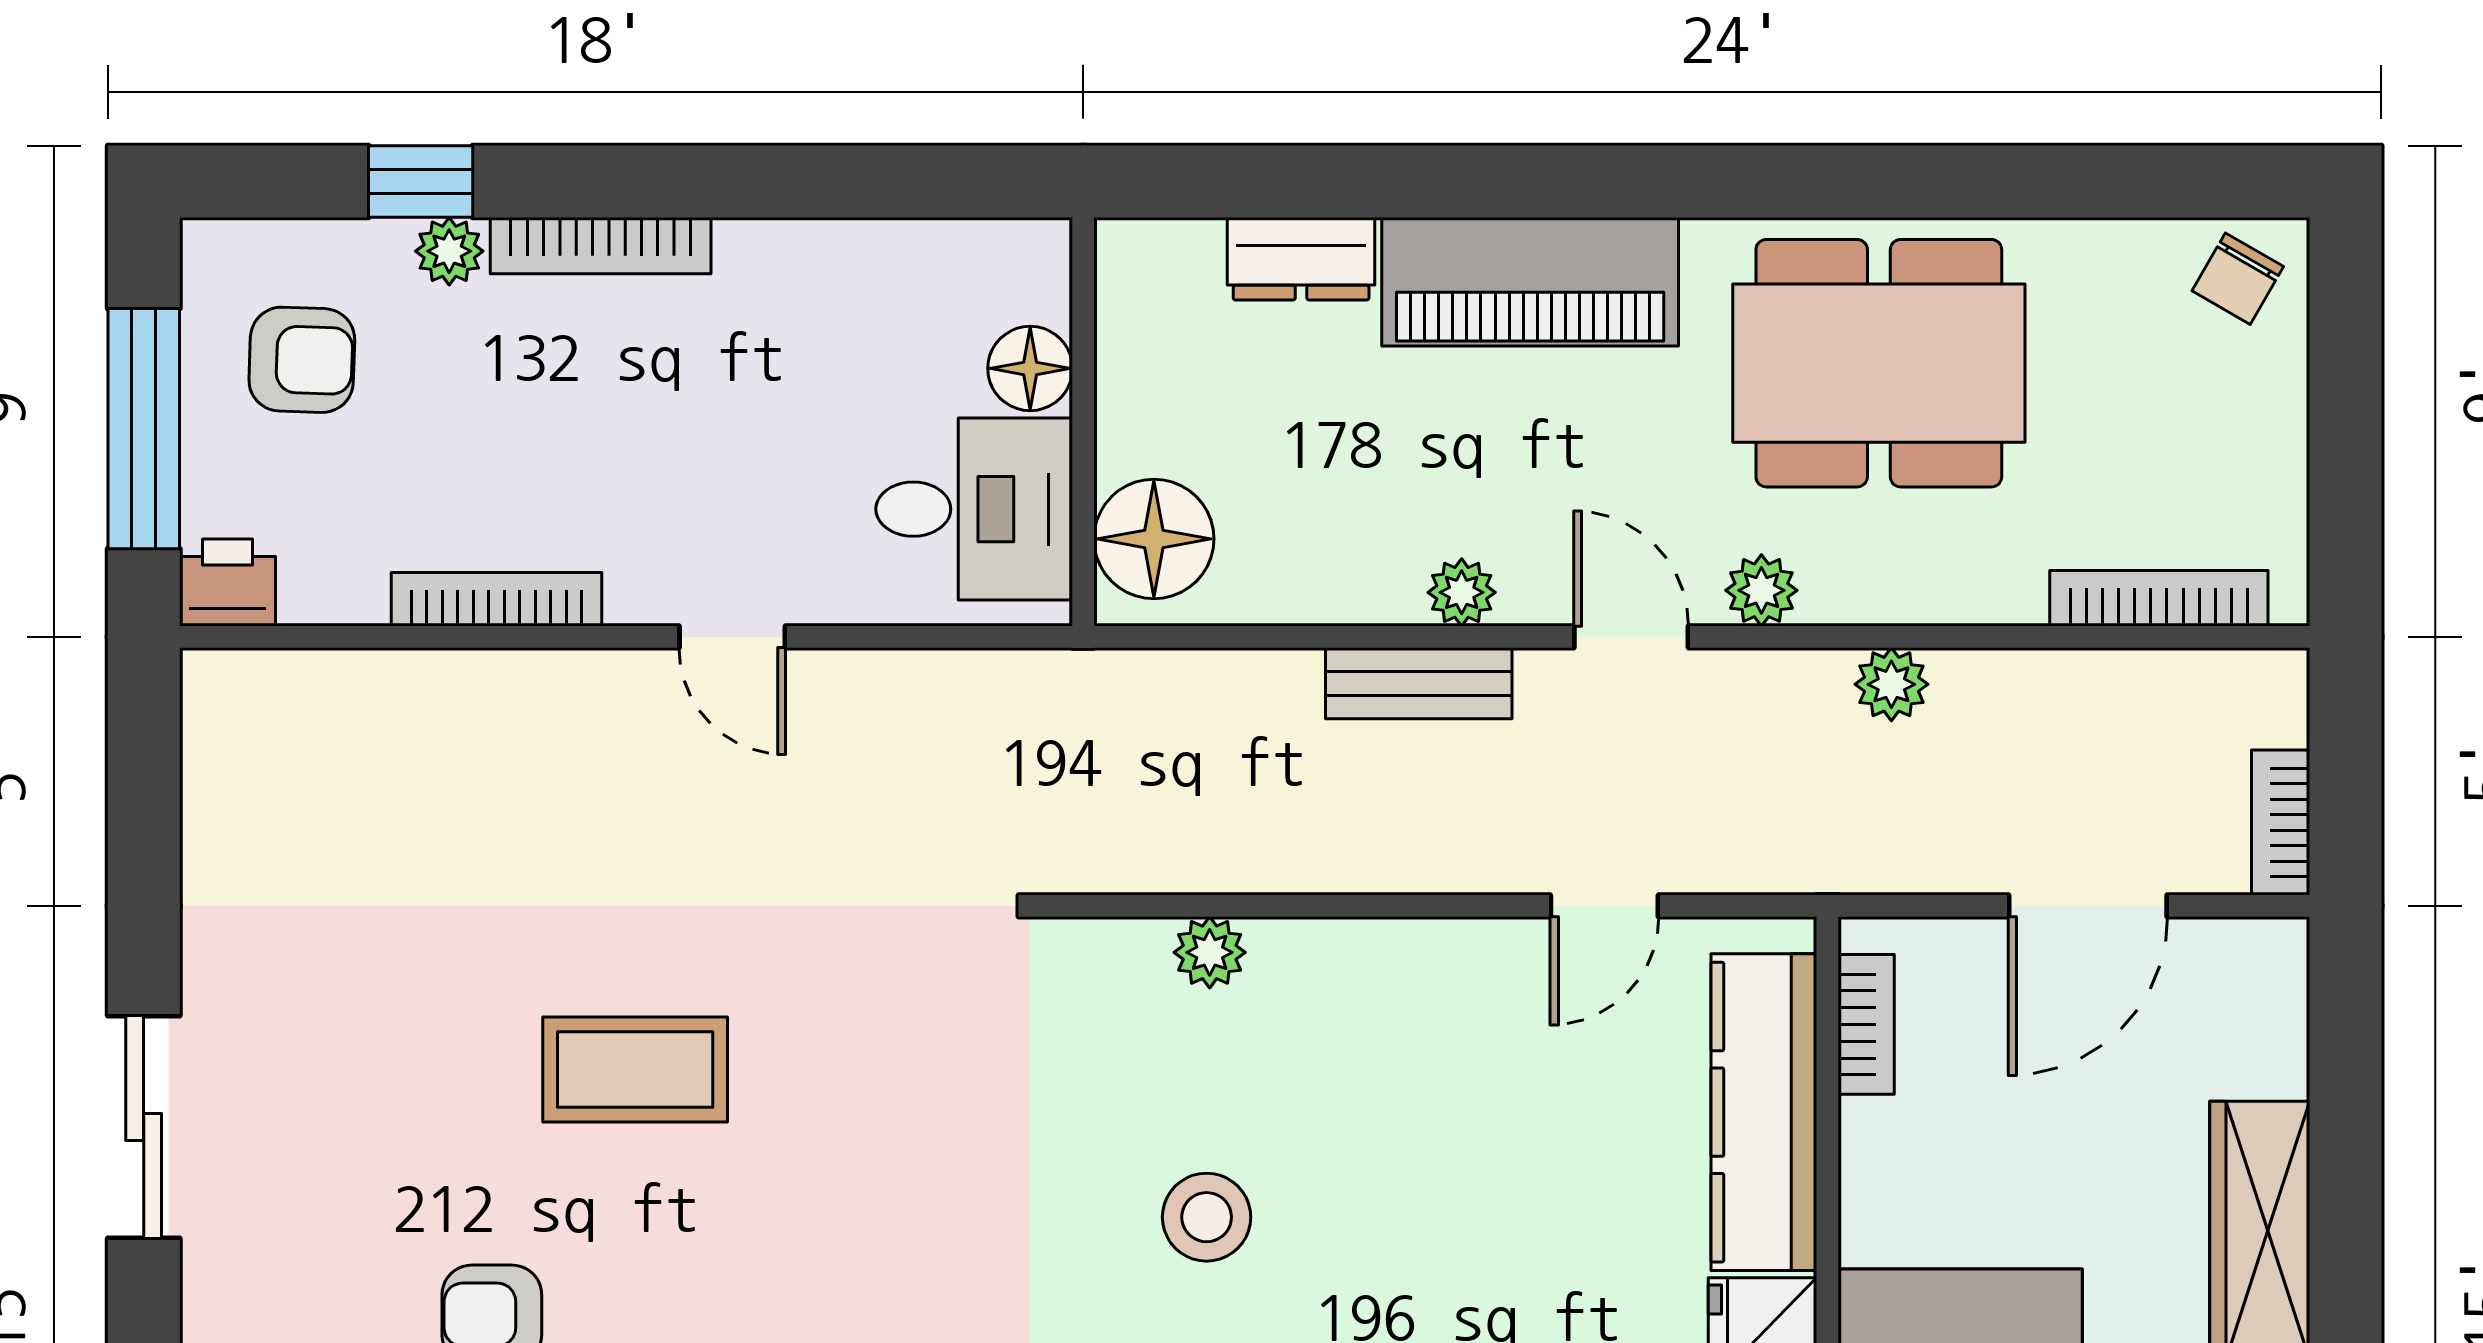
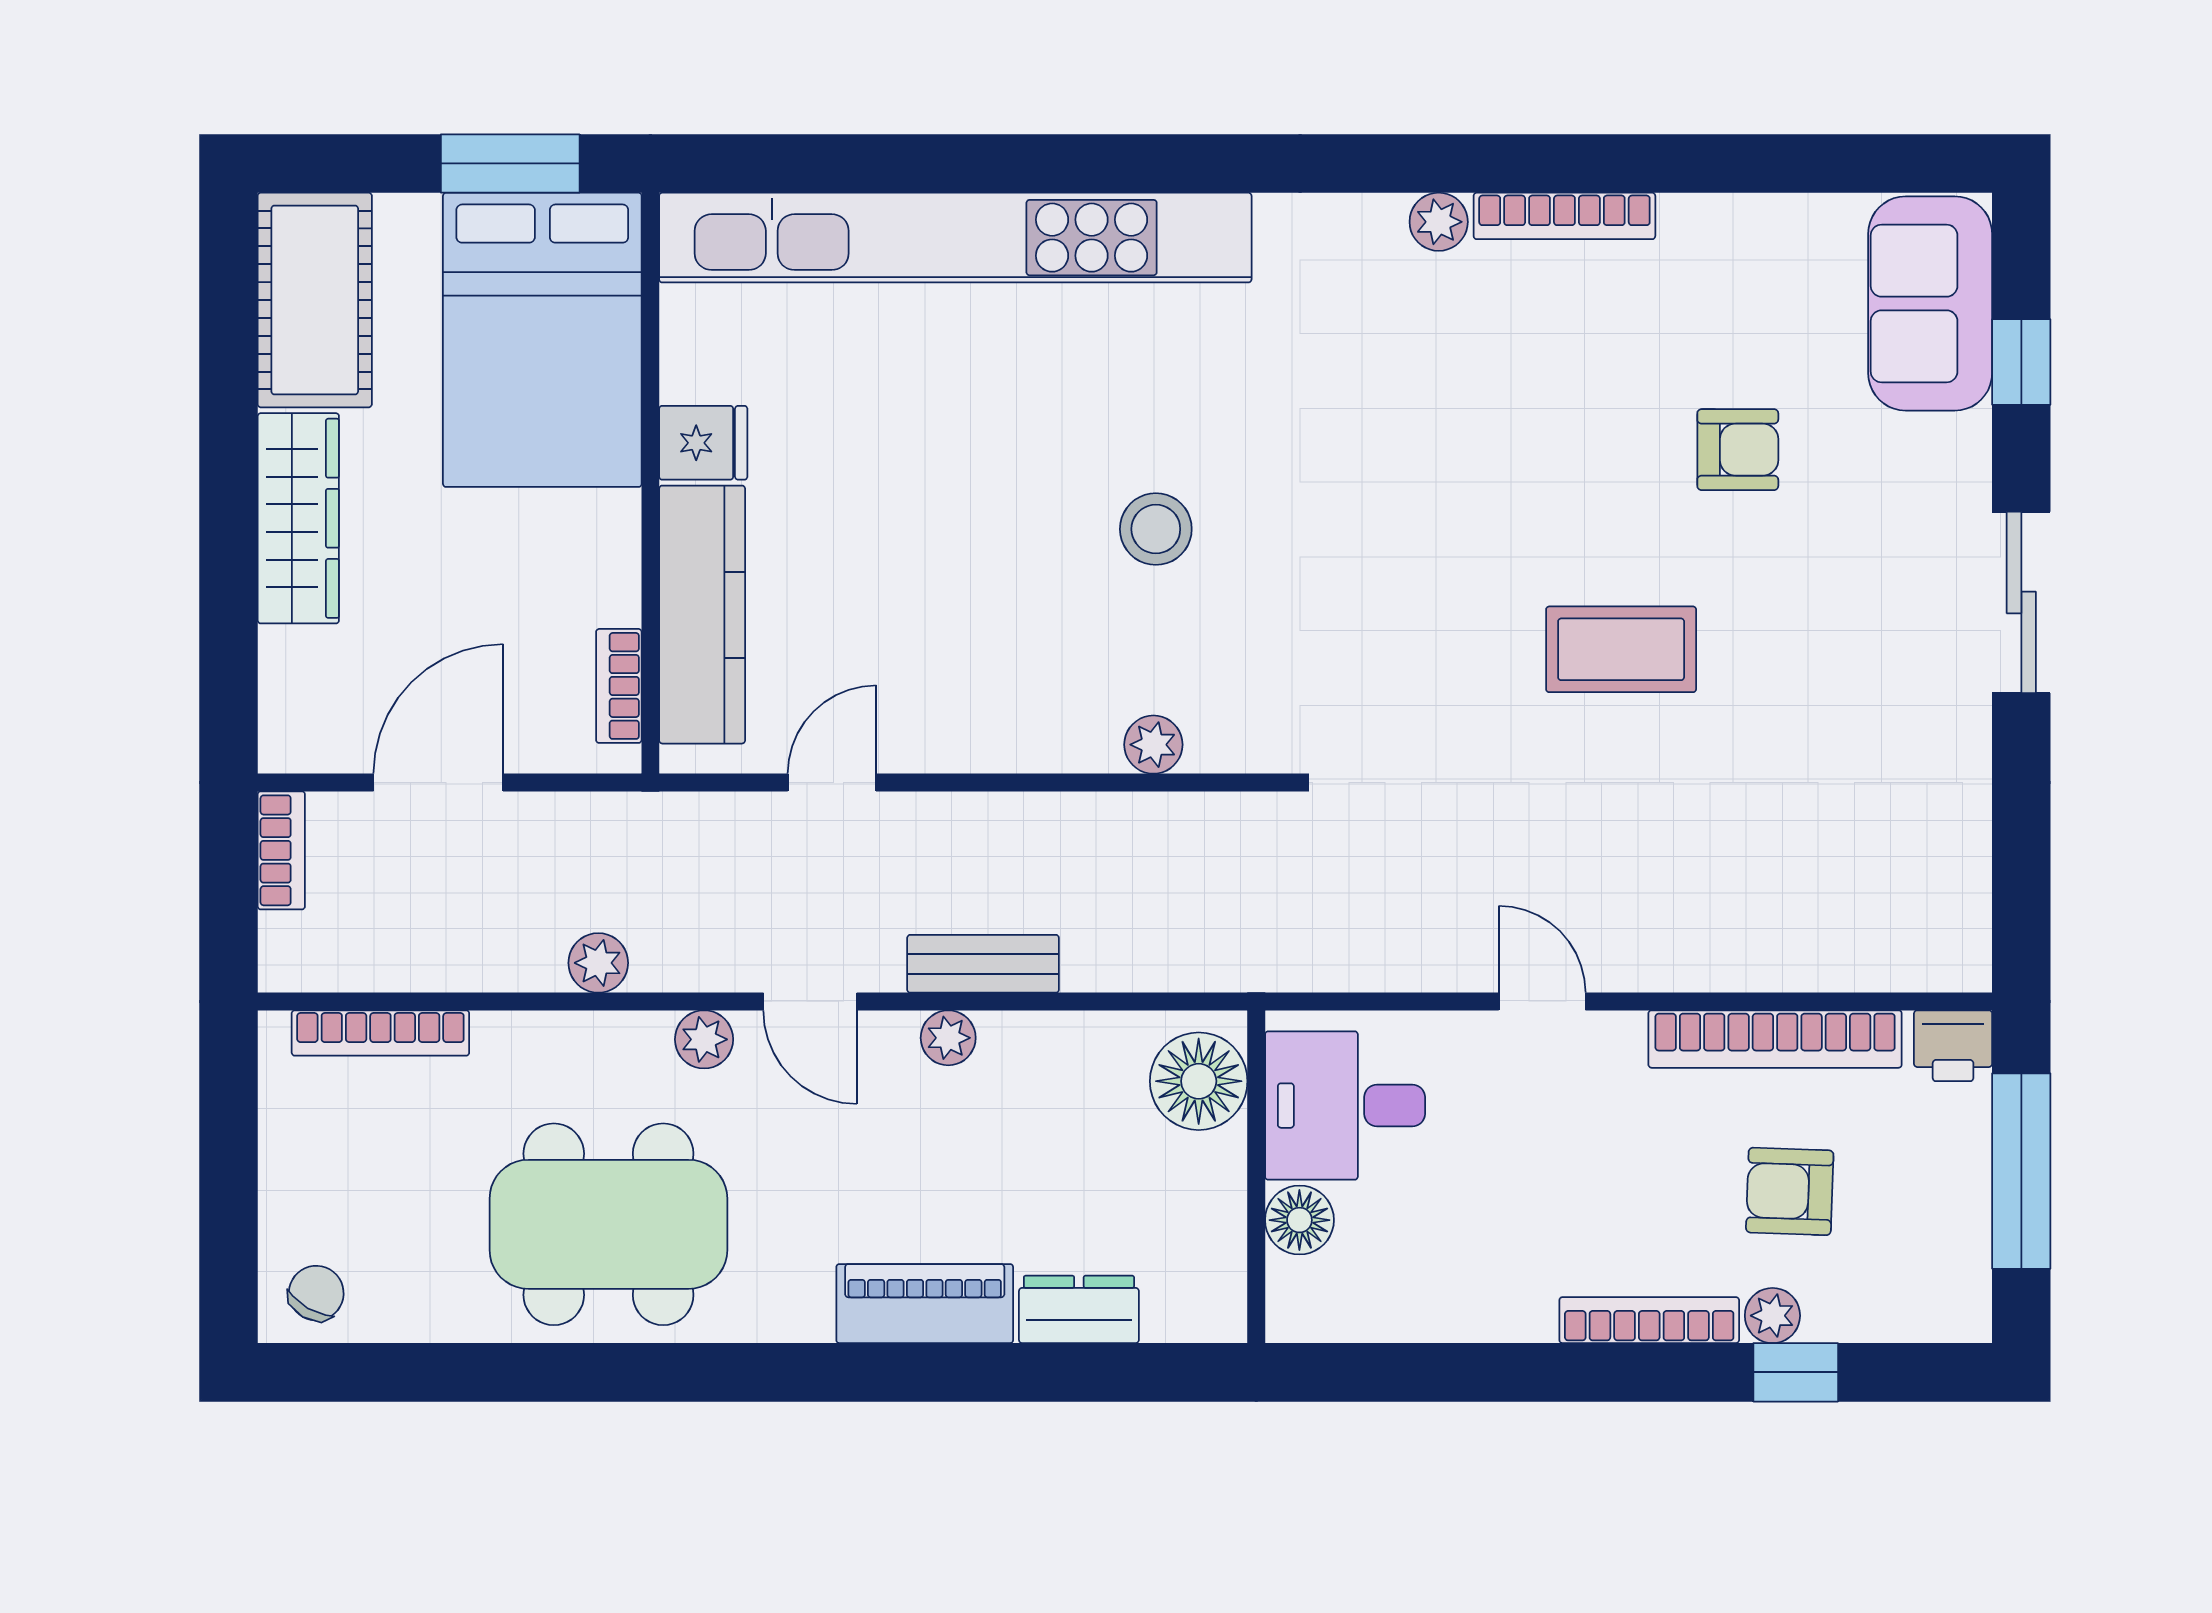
piano: (1530, 282) -> (925, 1304), width x0.73, depth x0.75
armchair: (302, 360) -> (1790, 1191), moved
bookcase: (496, 599) -> (1775, 1039), width x1.48, depth x1.31

